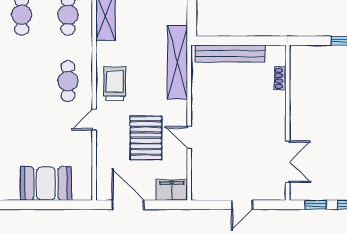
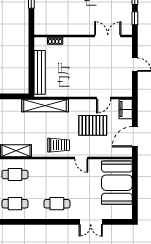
cafe table: (68, 81) -> (57, 204), moved
trolley: (115, 84) -> (59, 145), turned 180
door: (189, 138) -> (104, 98), moved
booth: (46, 183) -> (117, 183), width x1.36, depth x1.42

